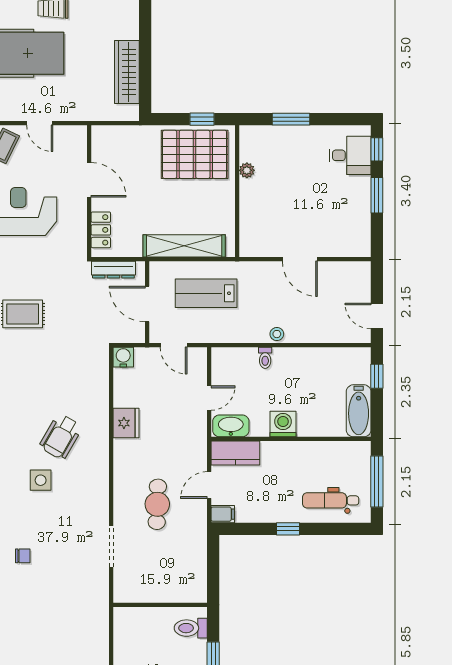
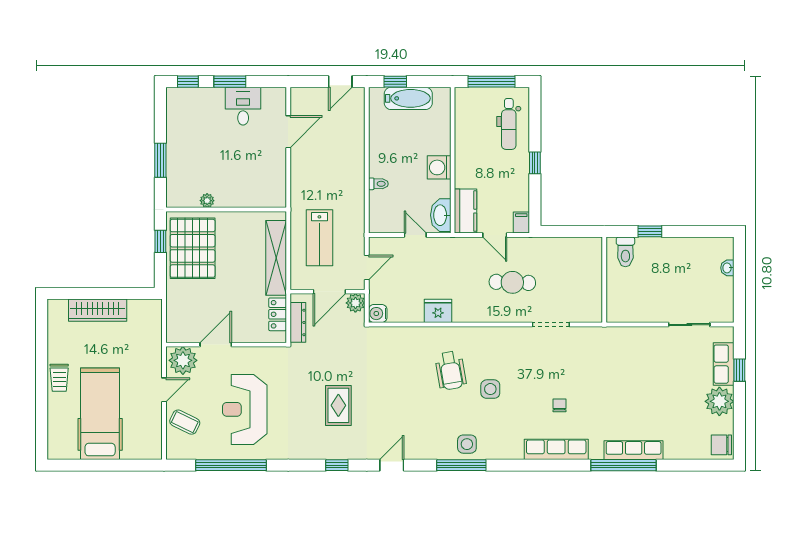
wardrobe: (127, 72) -> (98, 310), moved
plant: (72, 144) -> (183, 360), added
desk: (350, 155) -> (243, 106), moved
locker: (101, 230) -> (278, 314), moved, turned -90
door: (300, 259) -> (288, 132), moved
plant: (135, 333) -> (355, 303), added
stool: (277, 334) -> (357, 173), removed
bathtub: (359, 411) -> (408, 98), moved
wheelchair: (61, 437) -> (451, 371), turned 50

